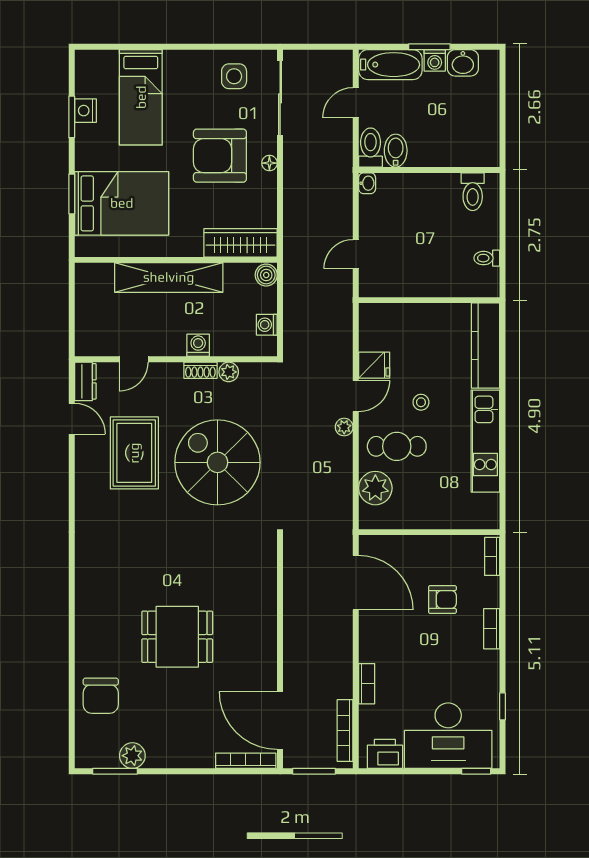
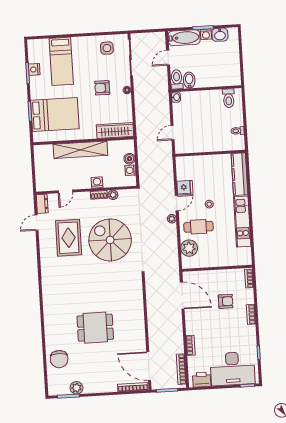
armchair: (220, 156) -> (102, 88), width x0.53, depth x0.53
boiler: (266, 275) -> (129, 159), moved
door: (72, 419) -> (37, 223), swing flipped

